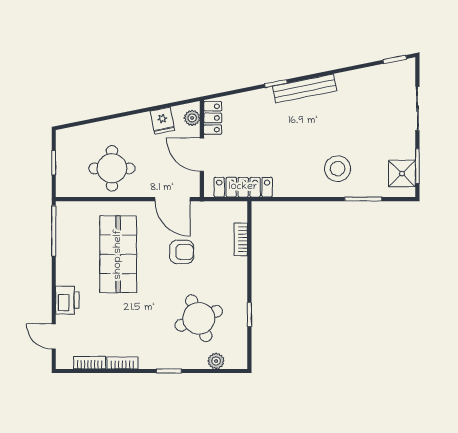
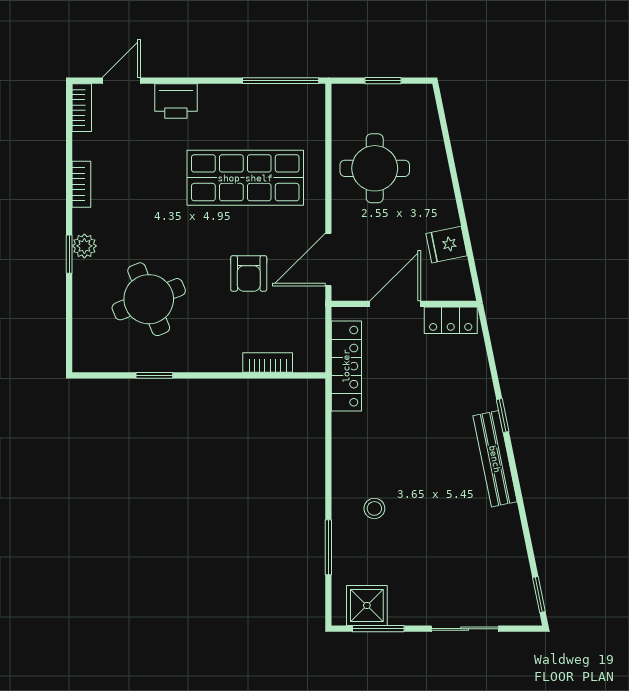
plant: (192, 118) -> (451, 289), removed
stool: (338, 169) -> (374, 508), width x0.53, depth x0.53
plant: (216, 361) -> (84, 246), moved
bookcase: (90, 363) -> (82, 108), moved

